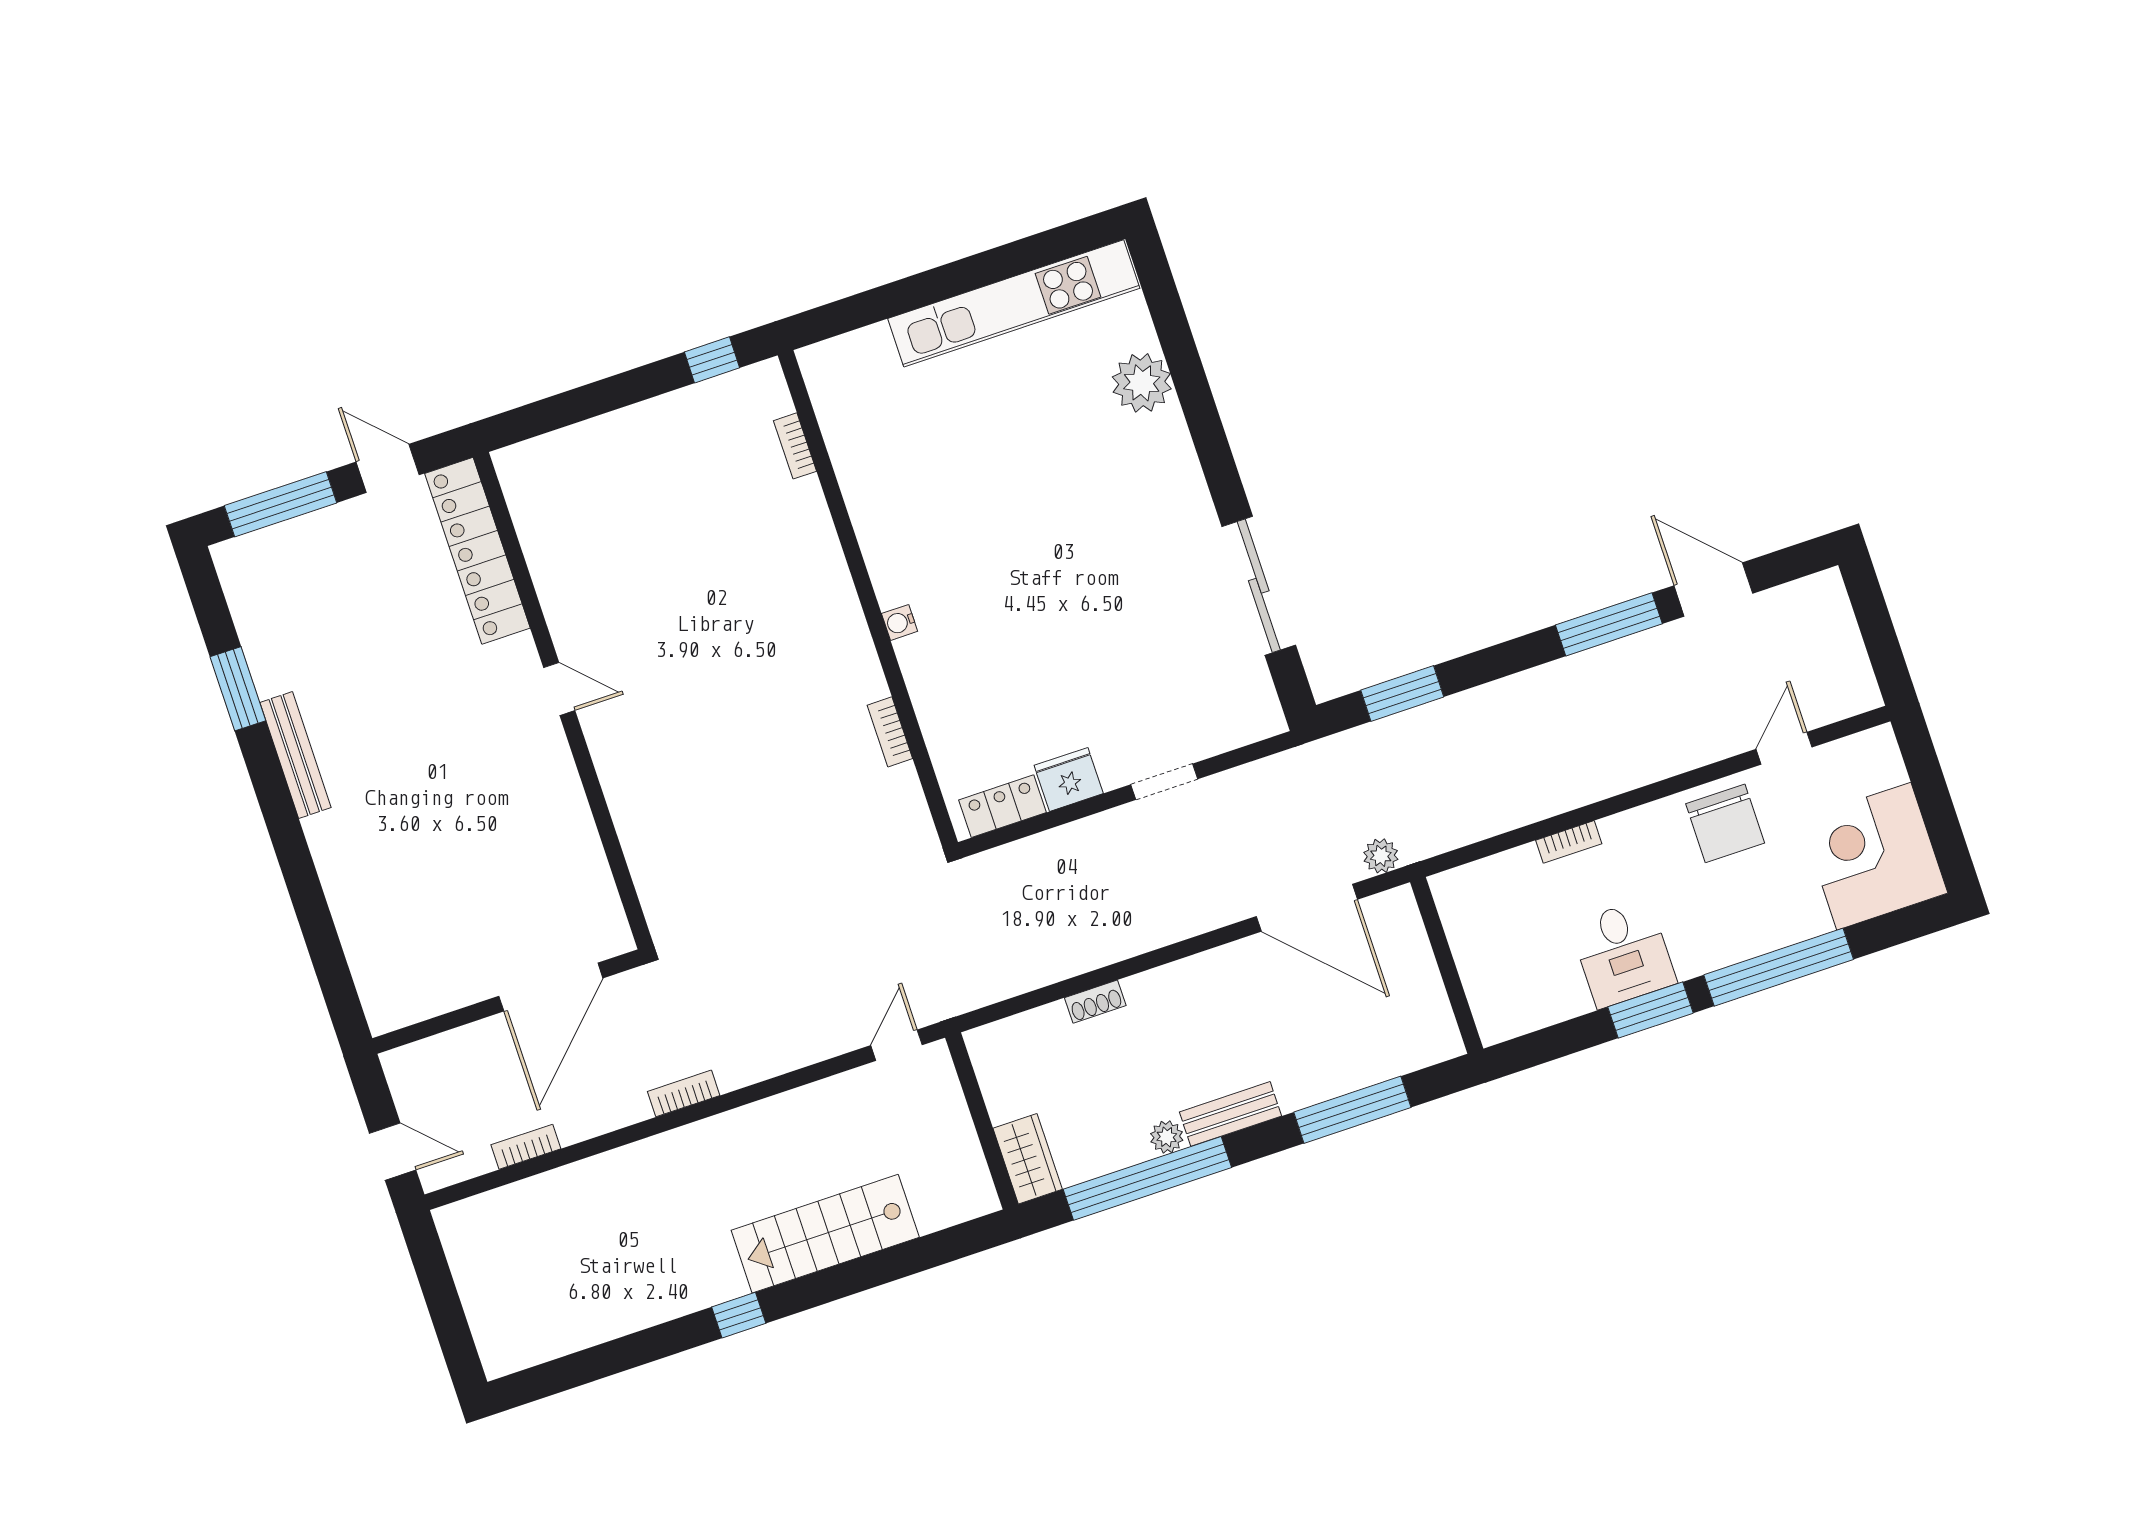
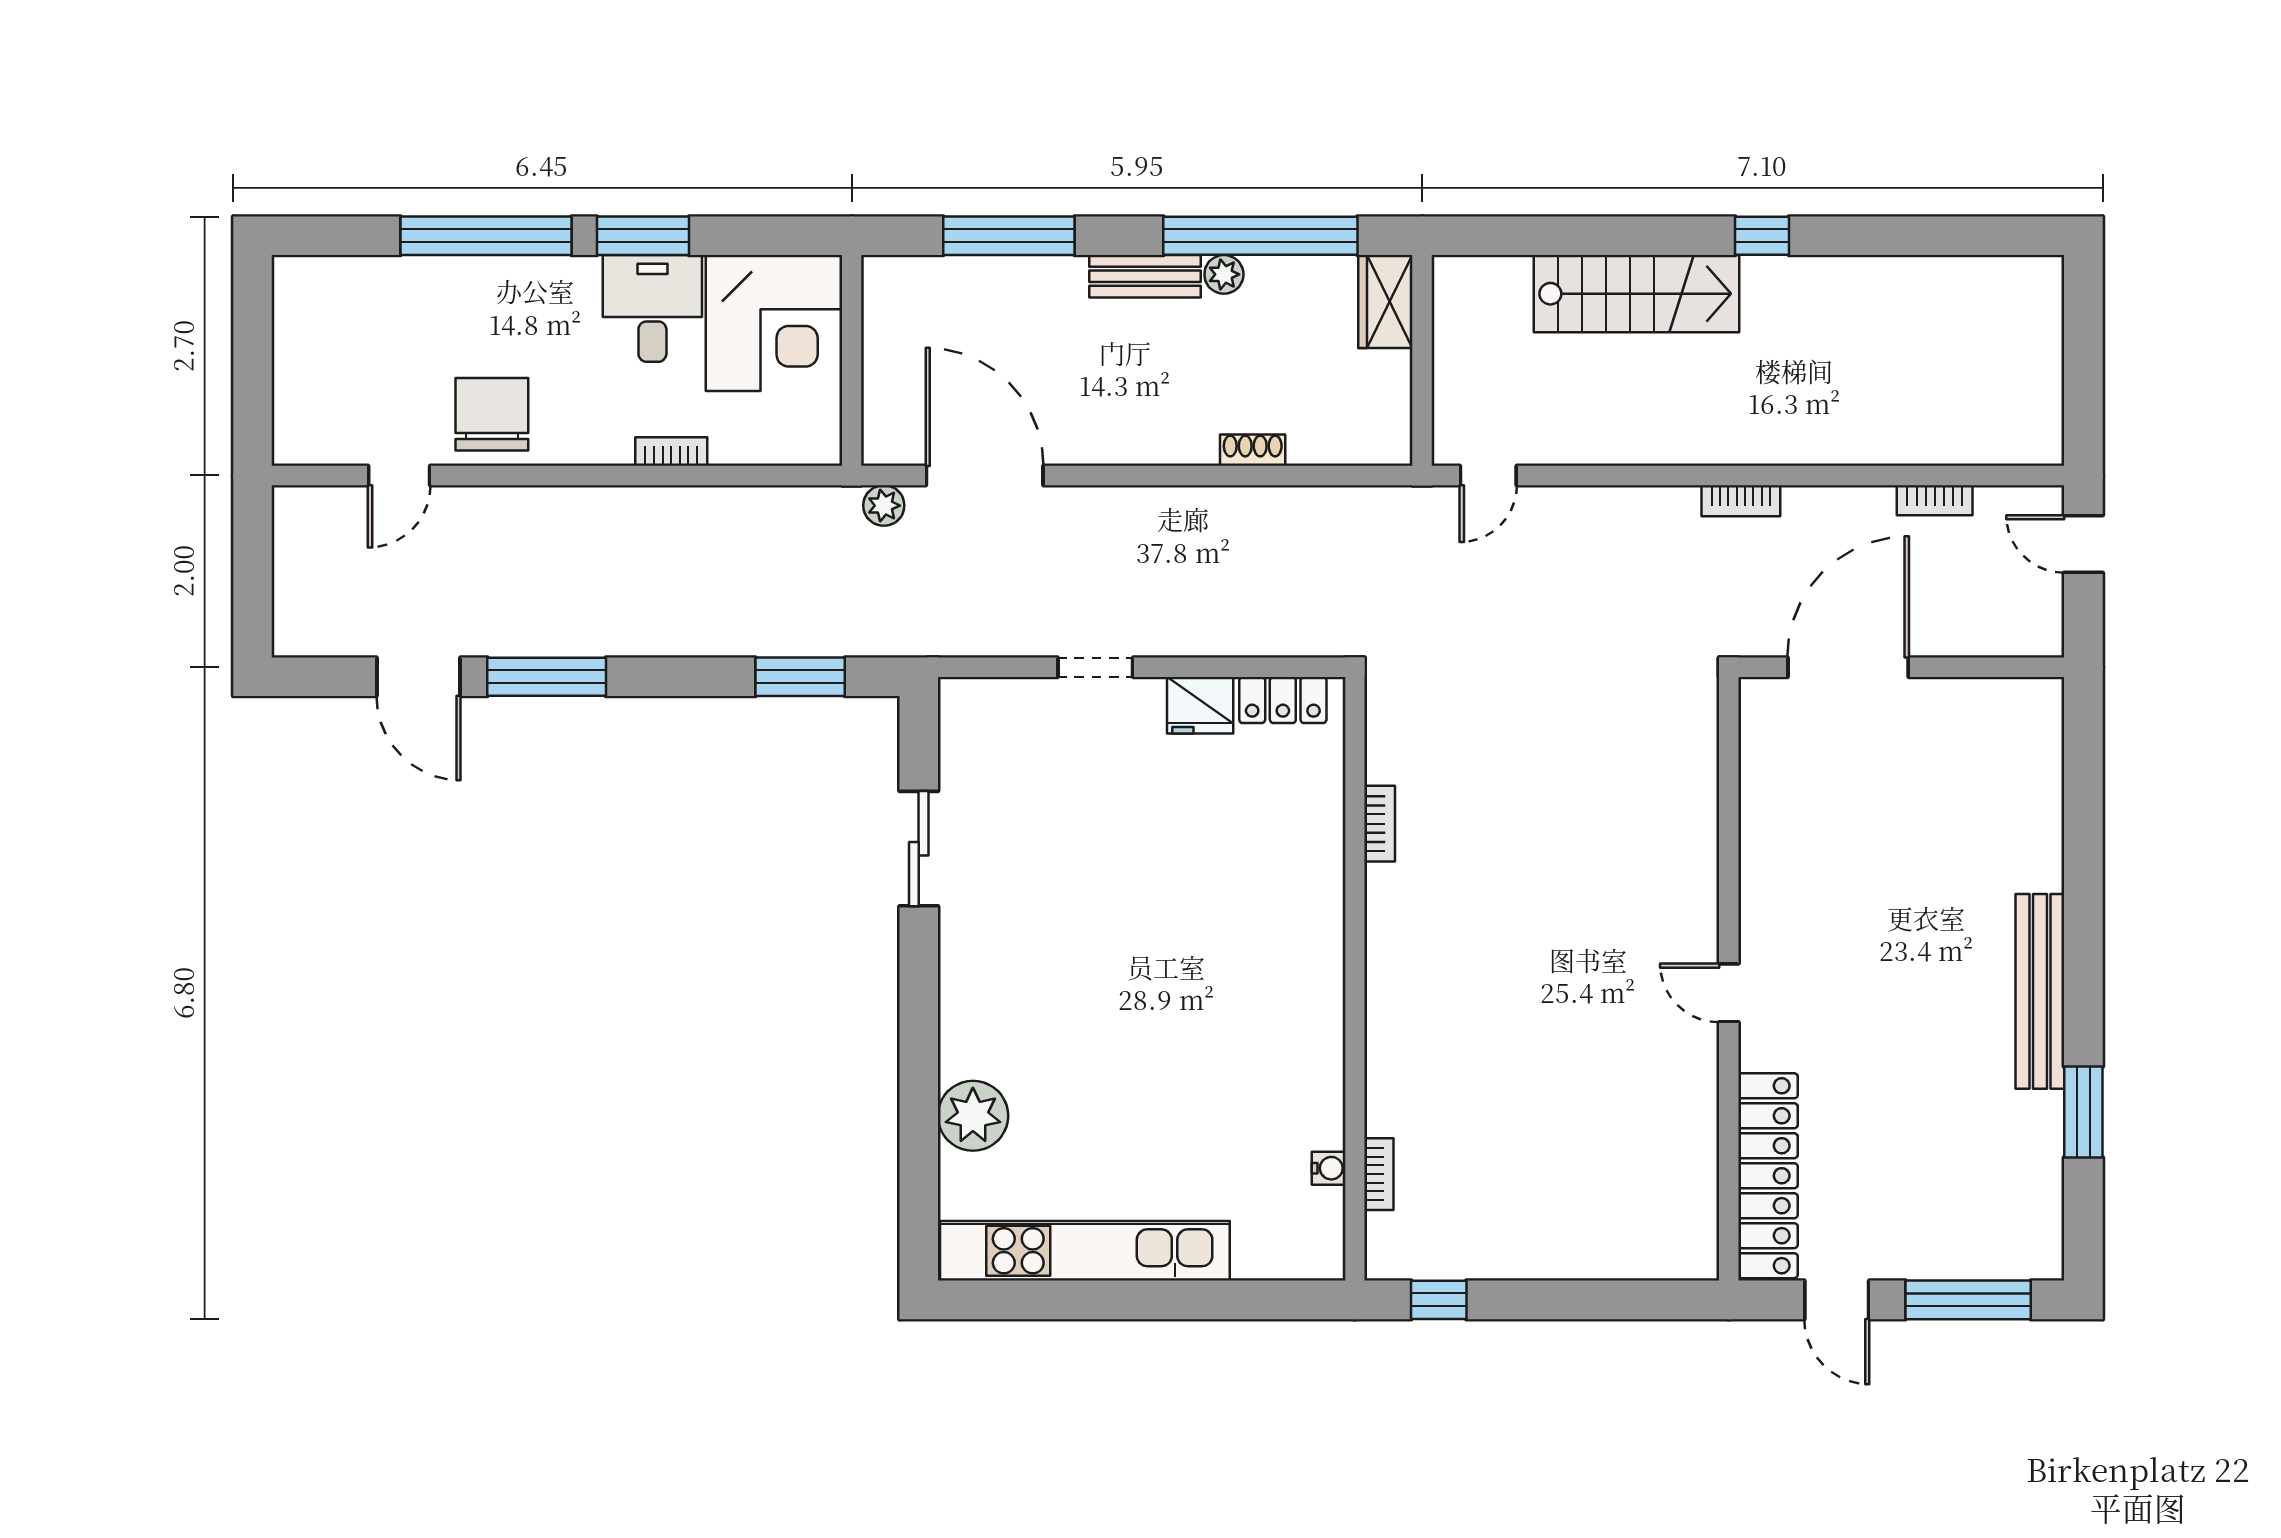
sliding door: (1259, 586) -> (919, 849), width x0.73
water cooler: (900, 622) -> (1329, 1168), moved
bench: (295, 755) -> (2040, 991), width x1.37, depth x1.21
corner desk: (1874, 856) -> (774, 323), moved

